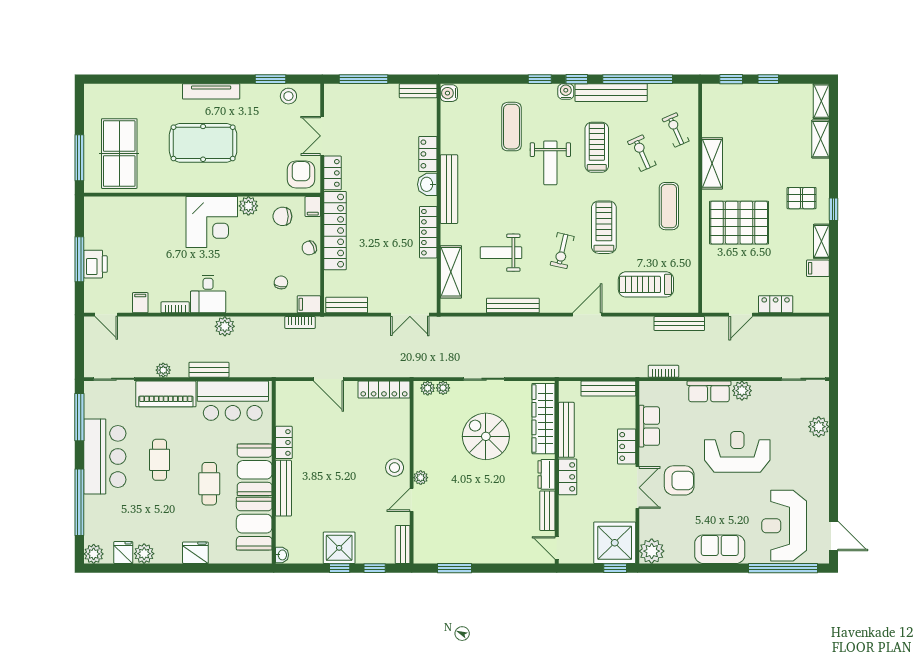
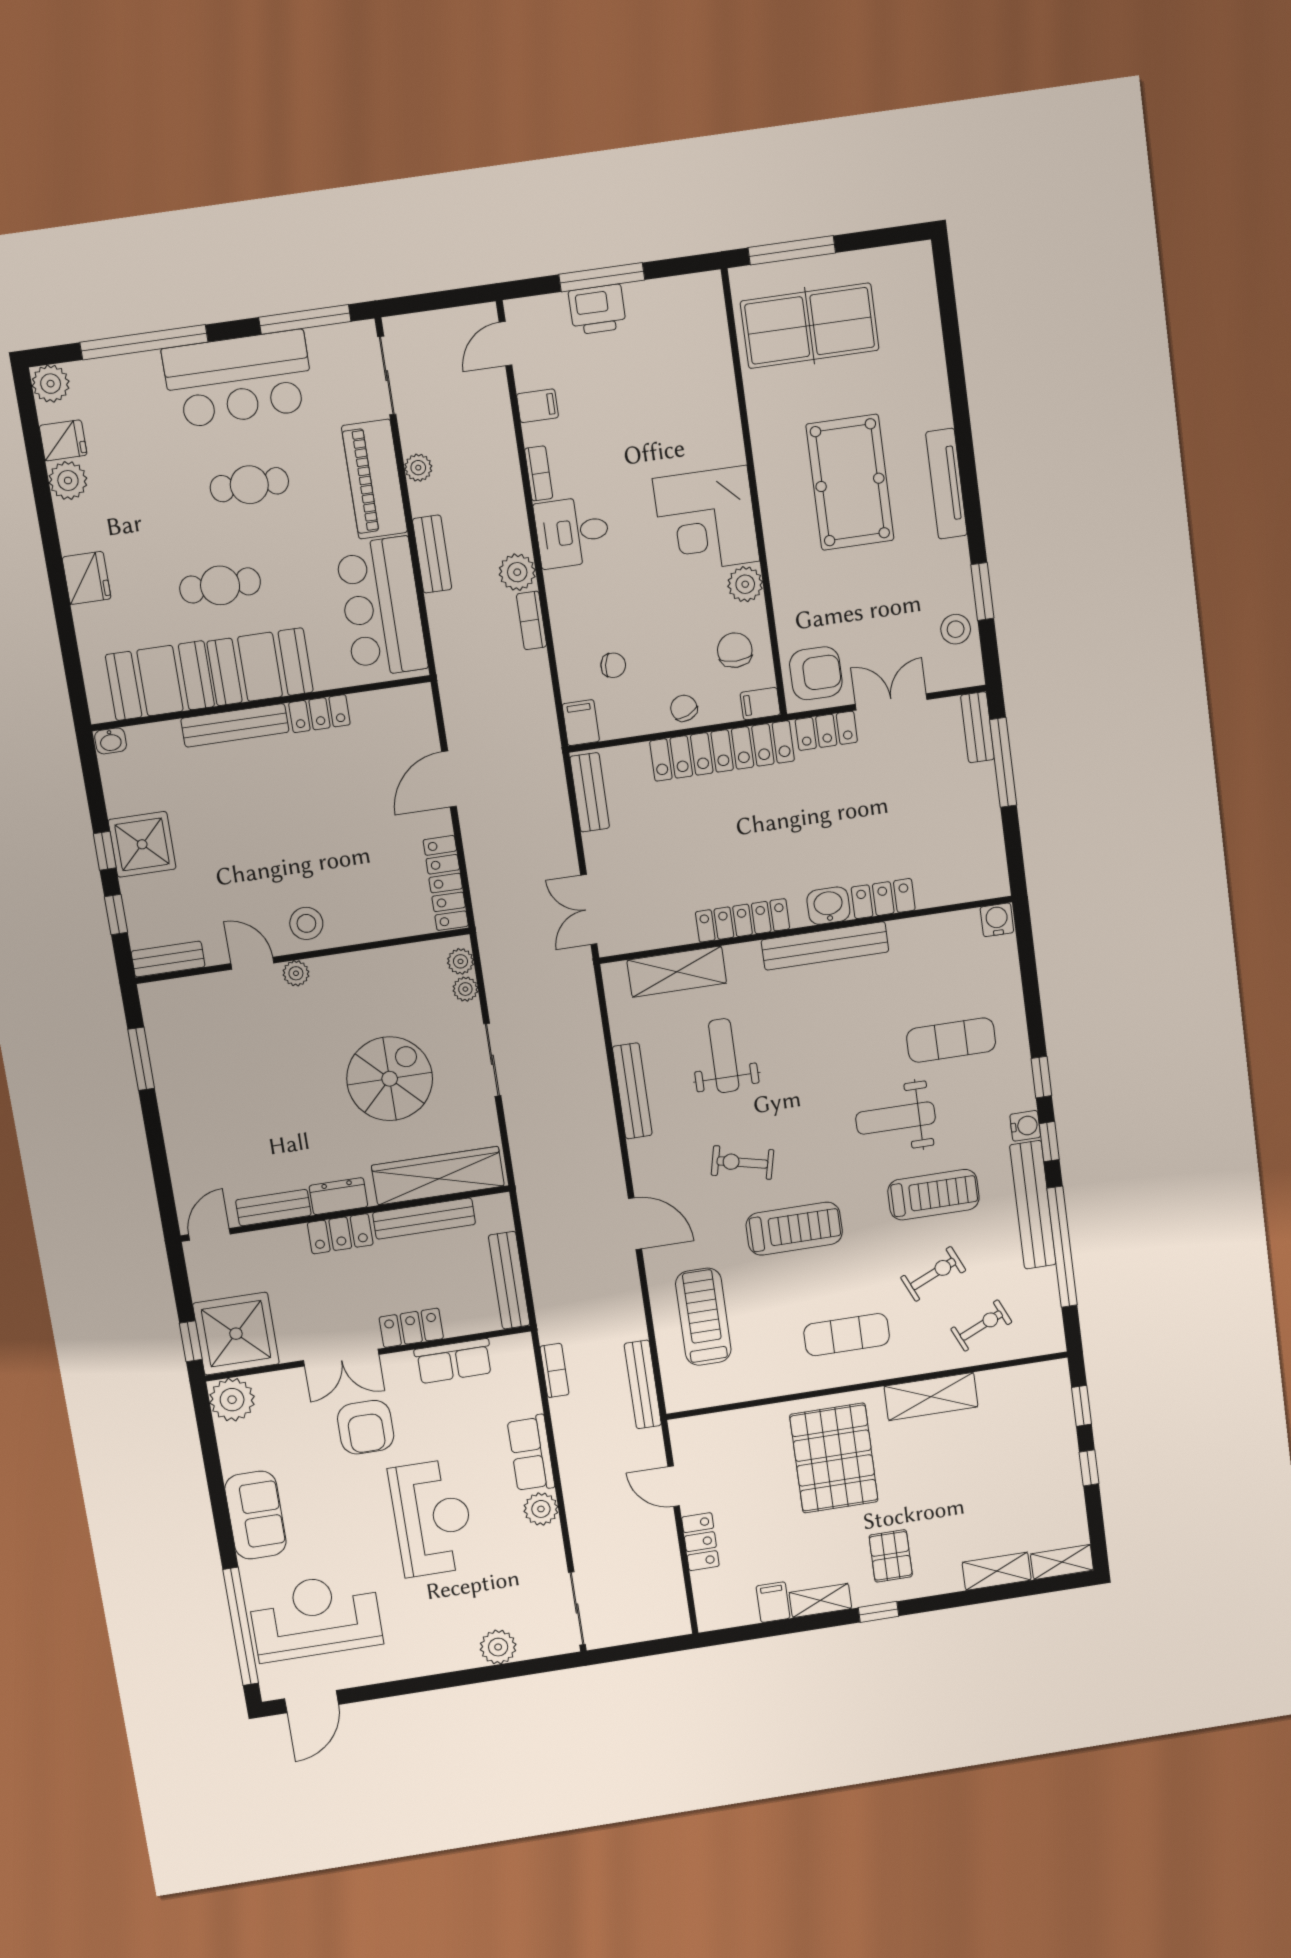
bench: (418, 91) -> (978, 727), moved
bookcase: (300, 322) -> (532, 620), moved

